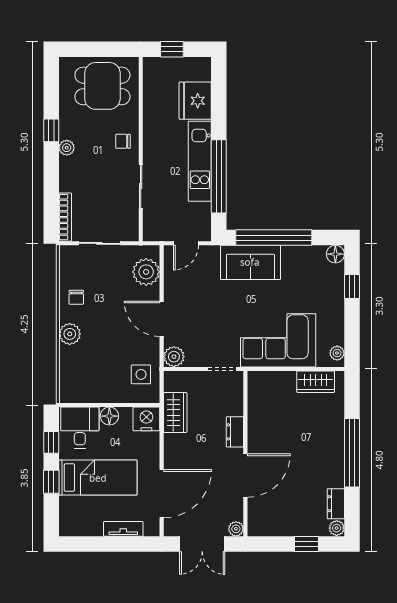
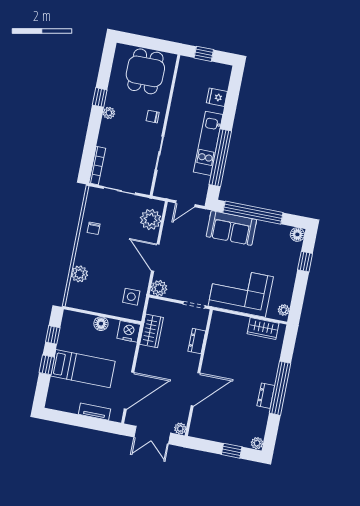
dining table: (102, 86) -> (145, 71), turned 90
fridge: (195, 101) -> (217, 97), width x0.53, depth x0.75
plant: (70, 334) -> (79, 274), moved
desk: (80, 428) -> (77, 328), removed
dresser: (235, 432) -> (197, 341), moved
dresser: (336, 504) -> (266, 396), moved

